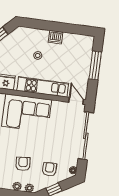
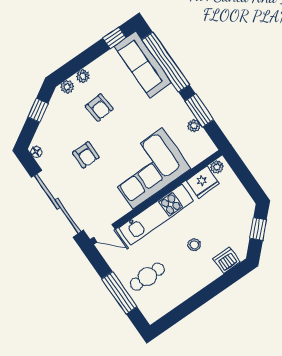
dishwasher: (55, 37) -> (227, 260), moved
cafe table: (74, 61) -> (147, 277), added
armchair: (49, 169) -> (86, 155), moved

